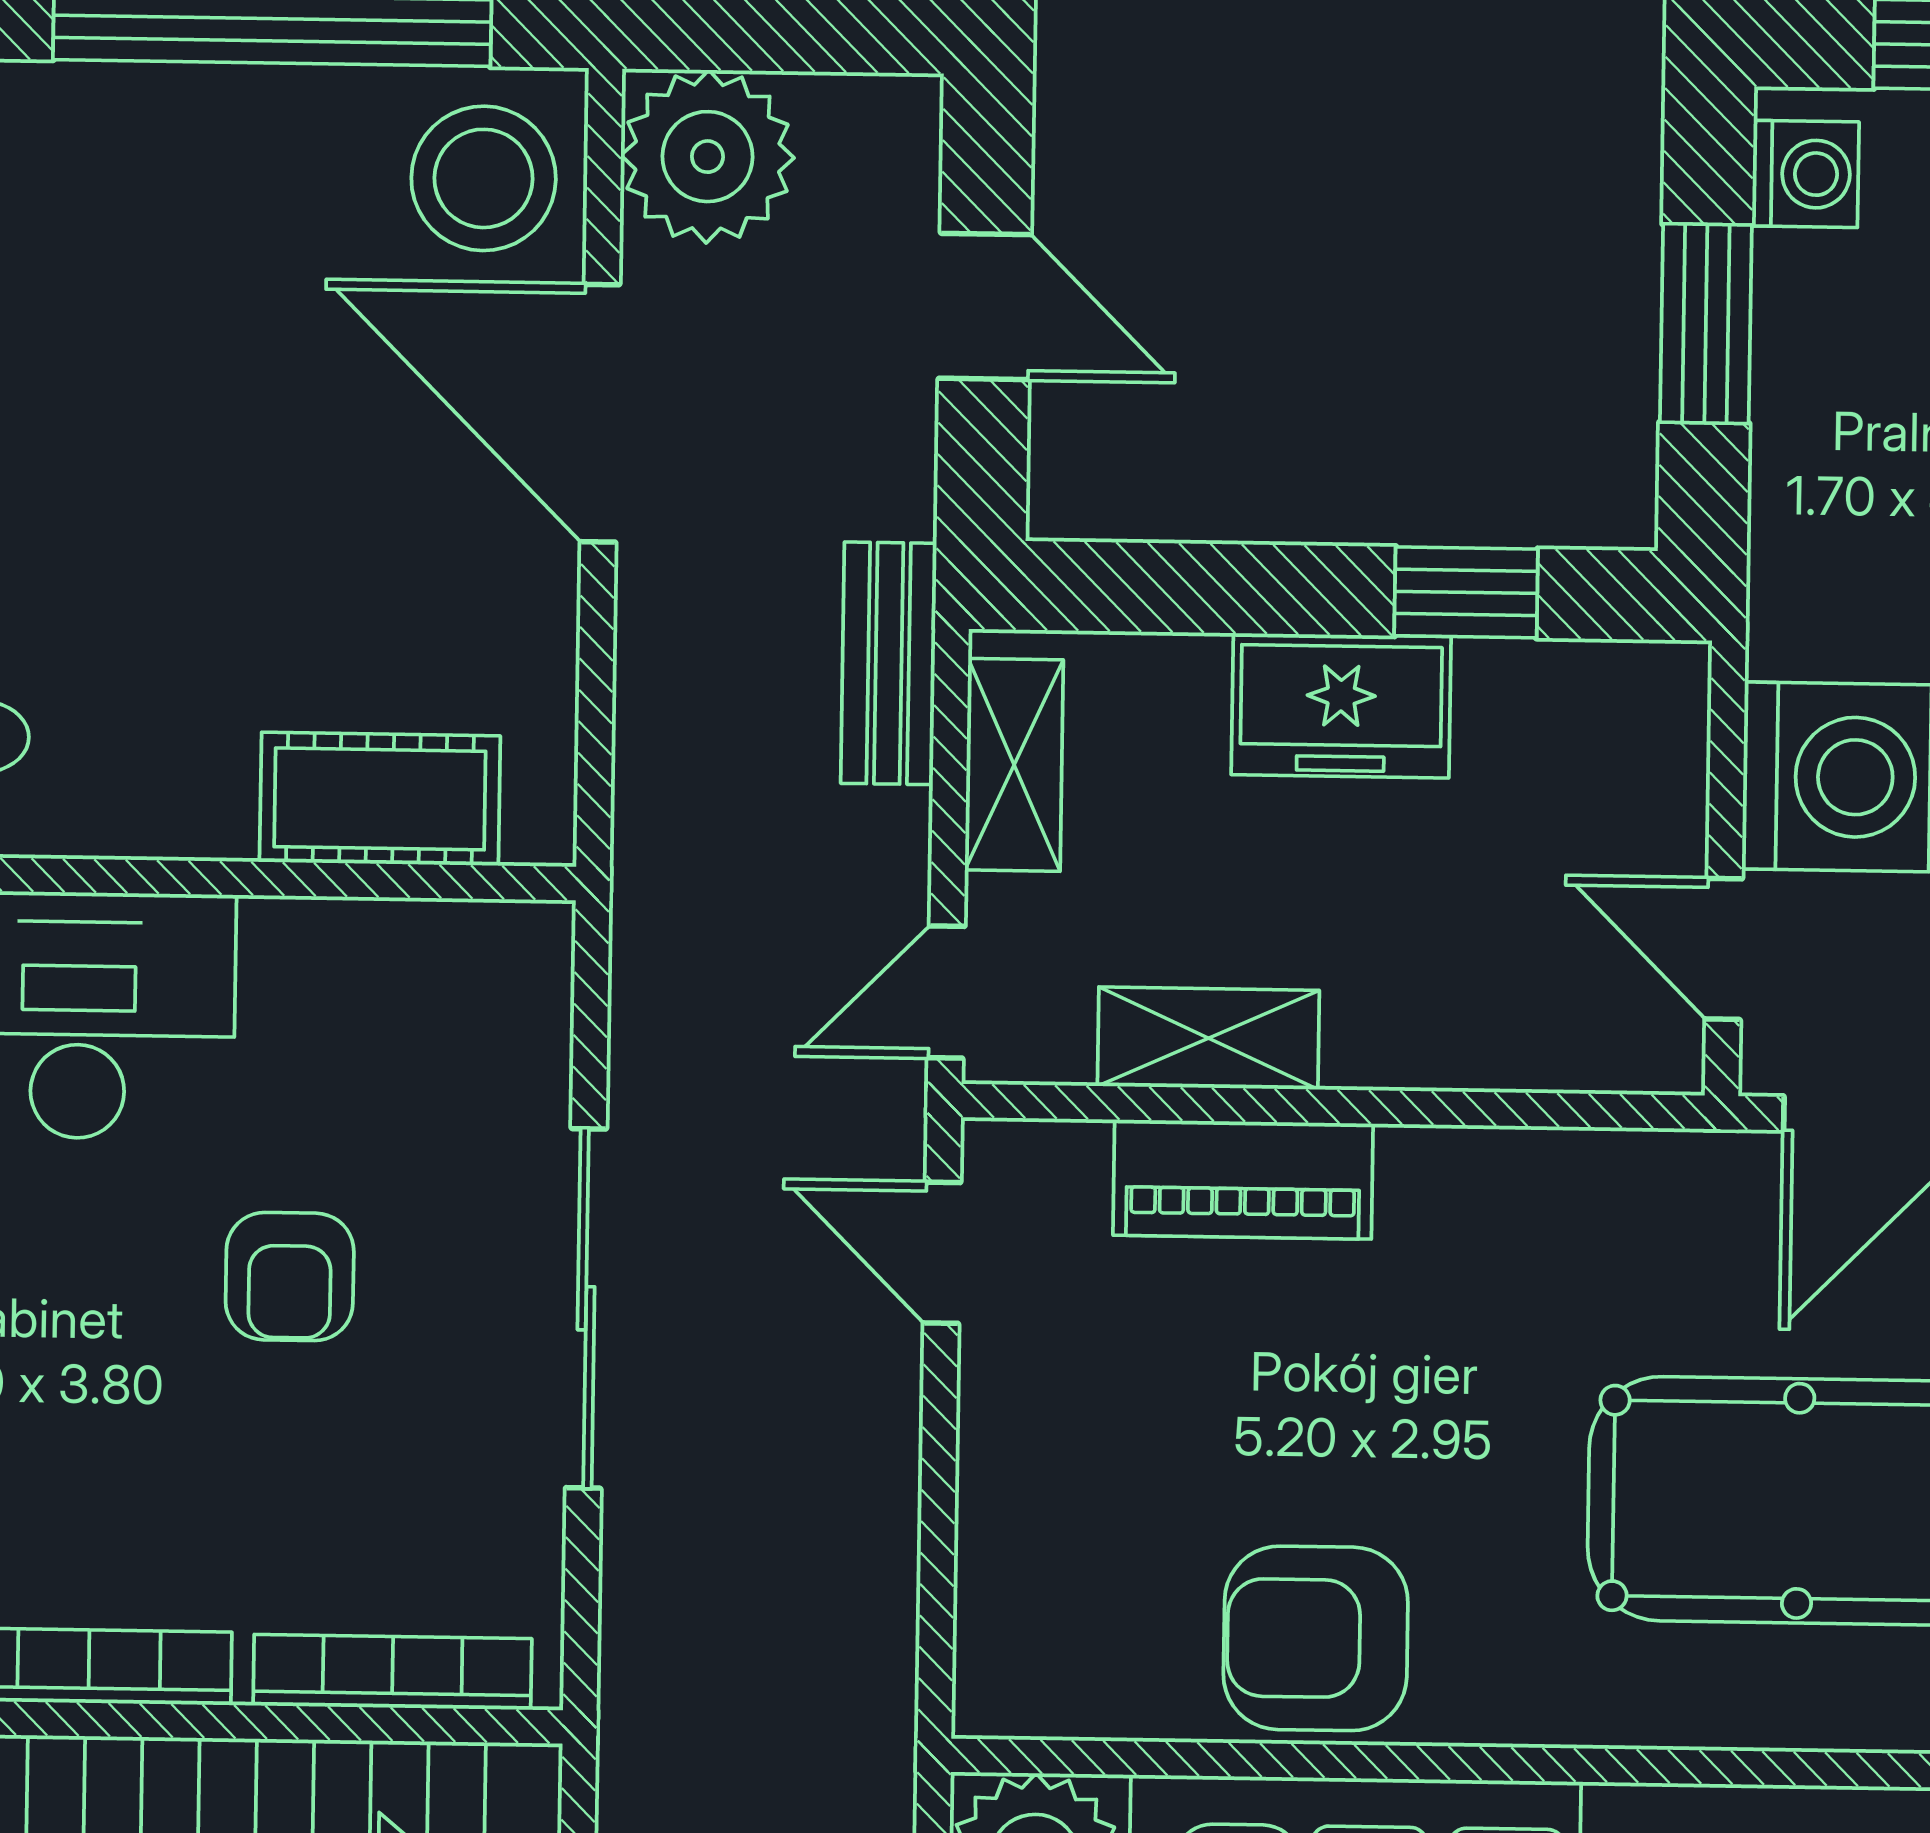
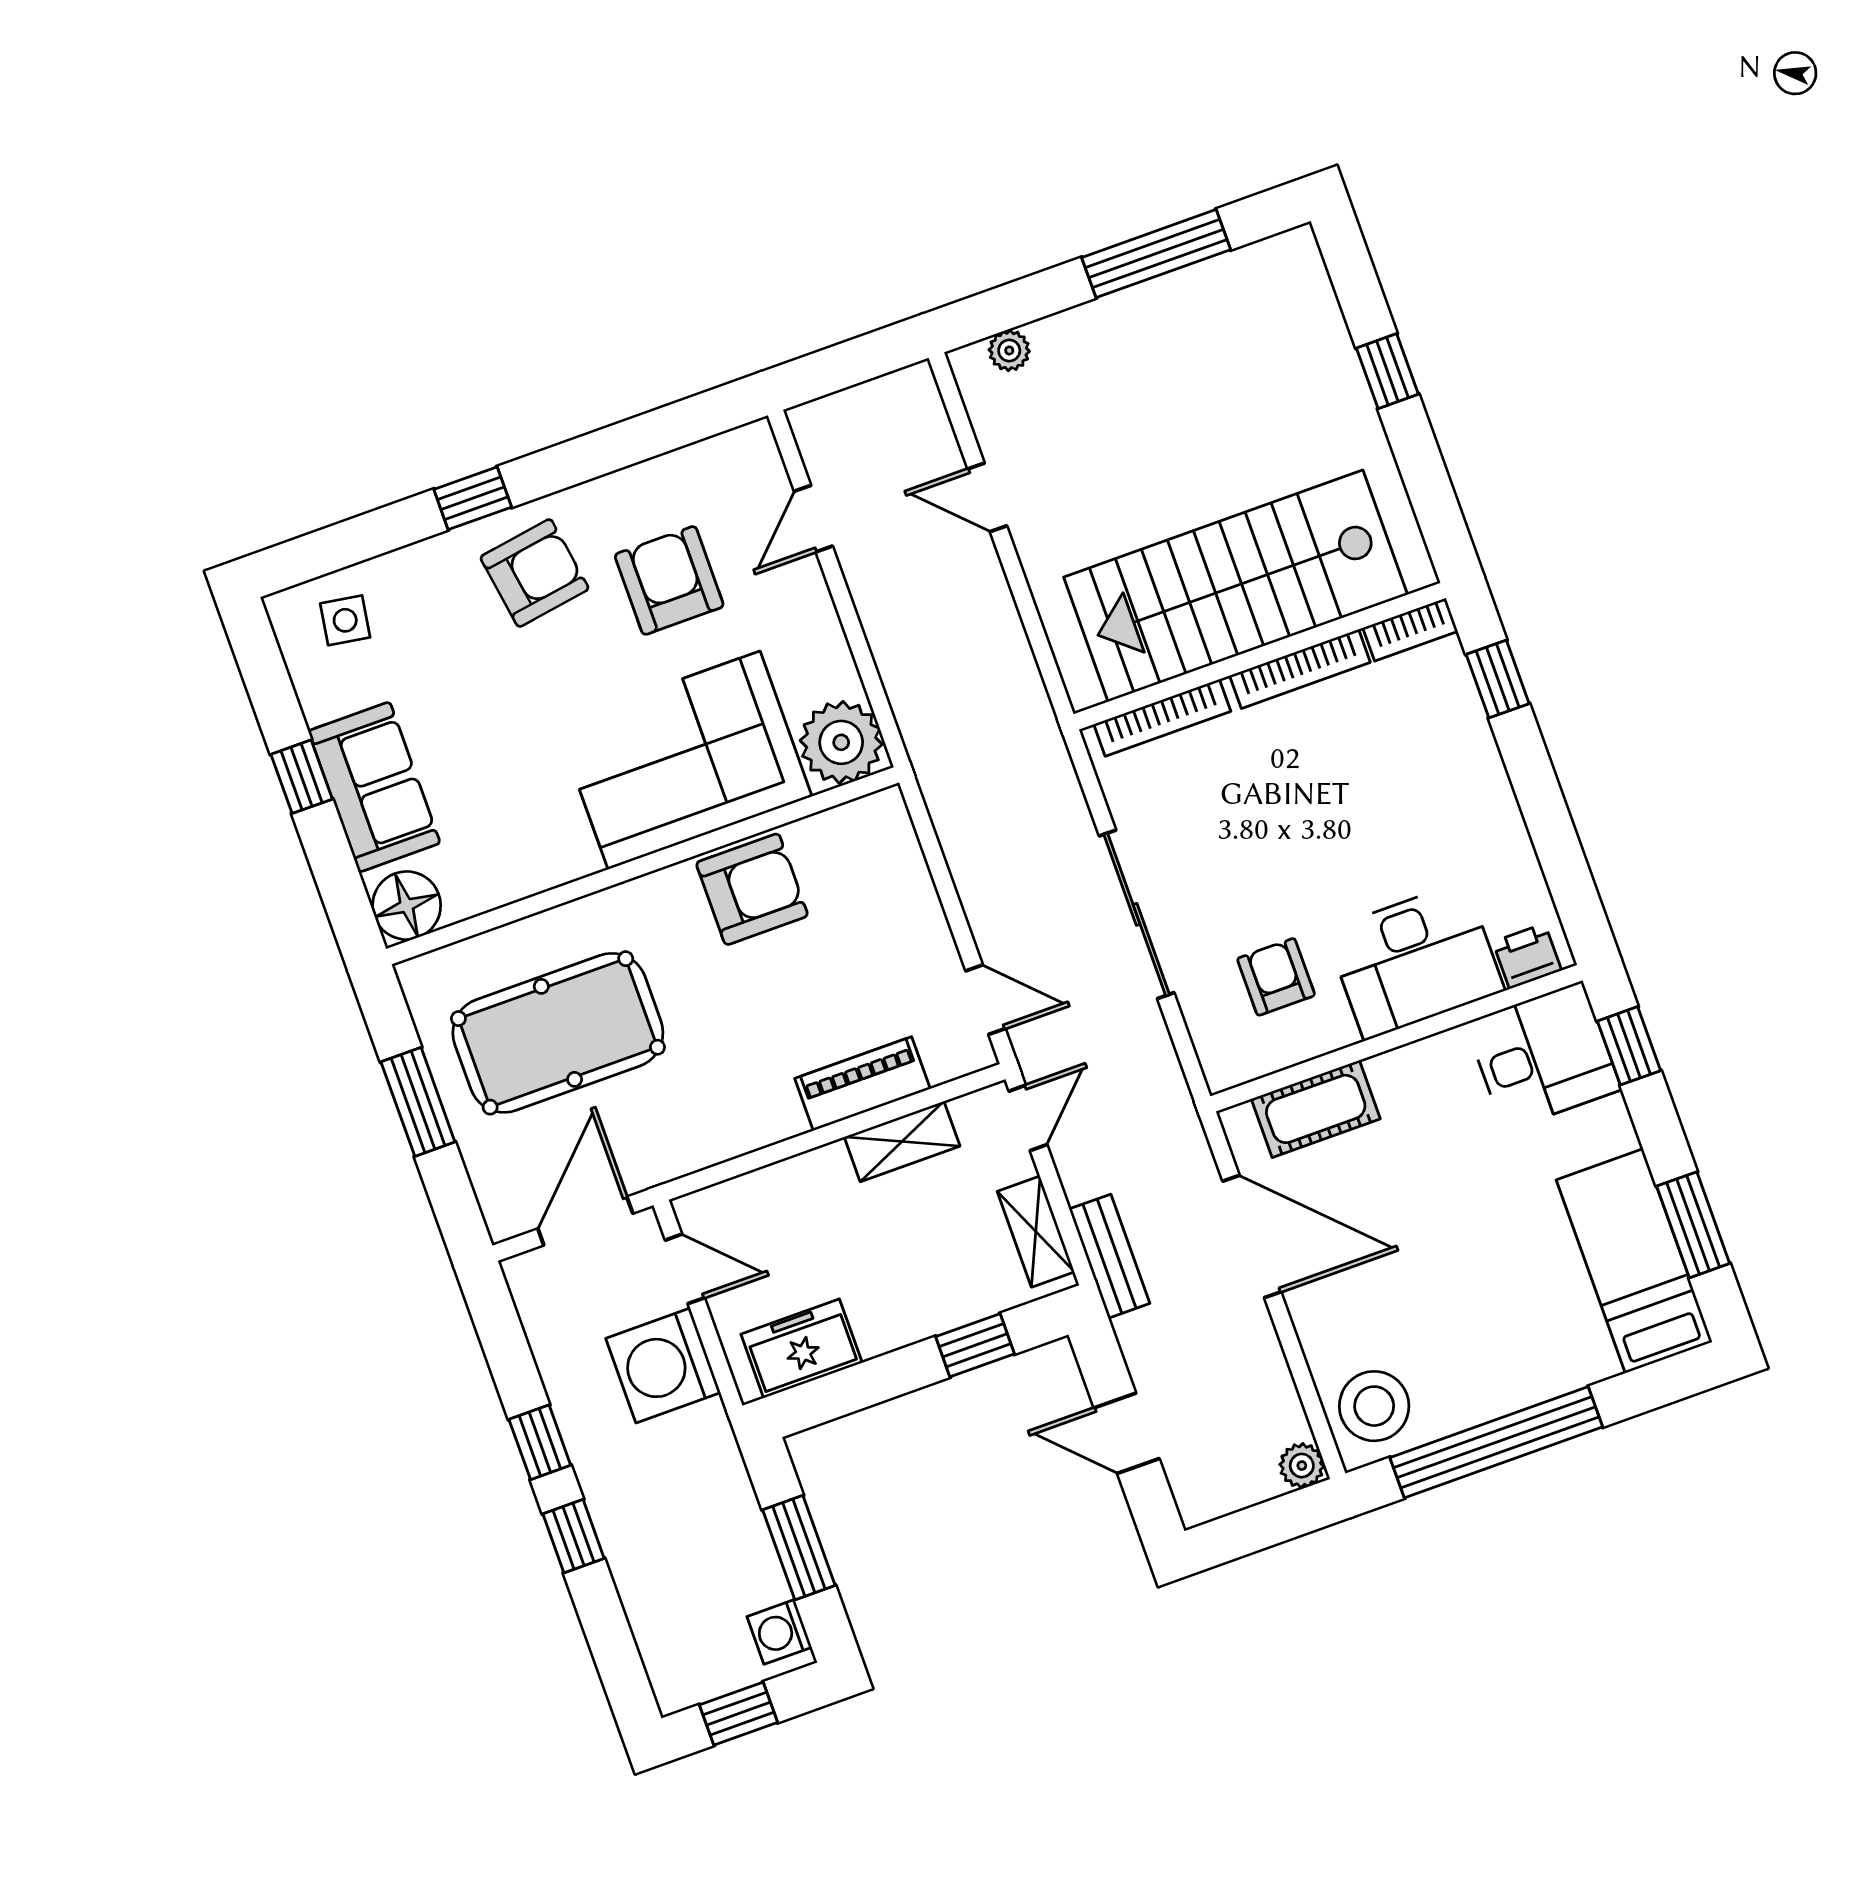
plant: (707, 157) -> (1302, 1466), width x0.53, depth x0.53
door: (600, 413) -> (1252, 1236), moved
window: (1466, 592) -> (975, 1345), moved
freezer: (1341, 706) -> (802, 1348), moved
armchair: (290, 1277) -> (1276, 977), moved

